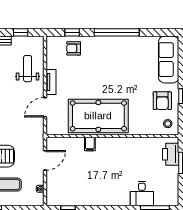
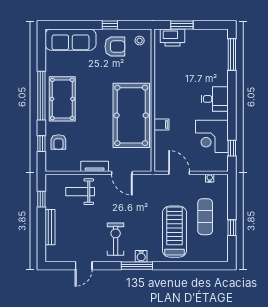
pool table: (114, 52) -> (62, 99), added
corner desk: (79, 191) -> (212, 136), added
desk: (142, 193) -> (215, 99), moved

